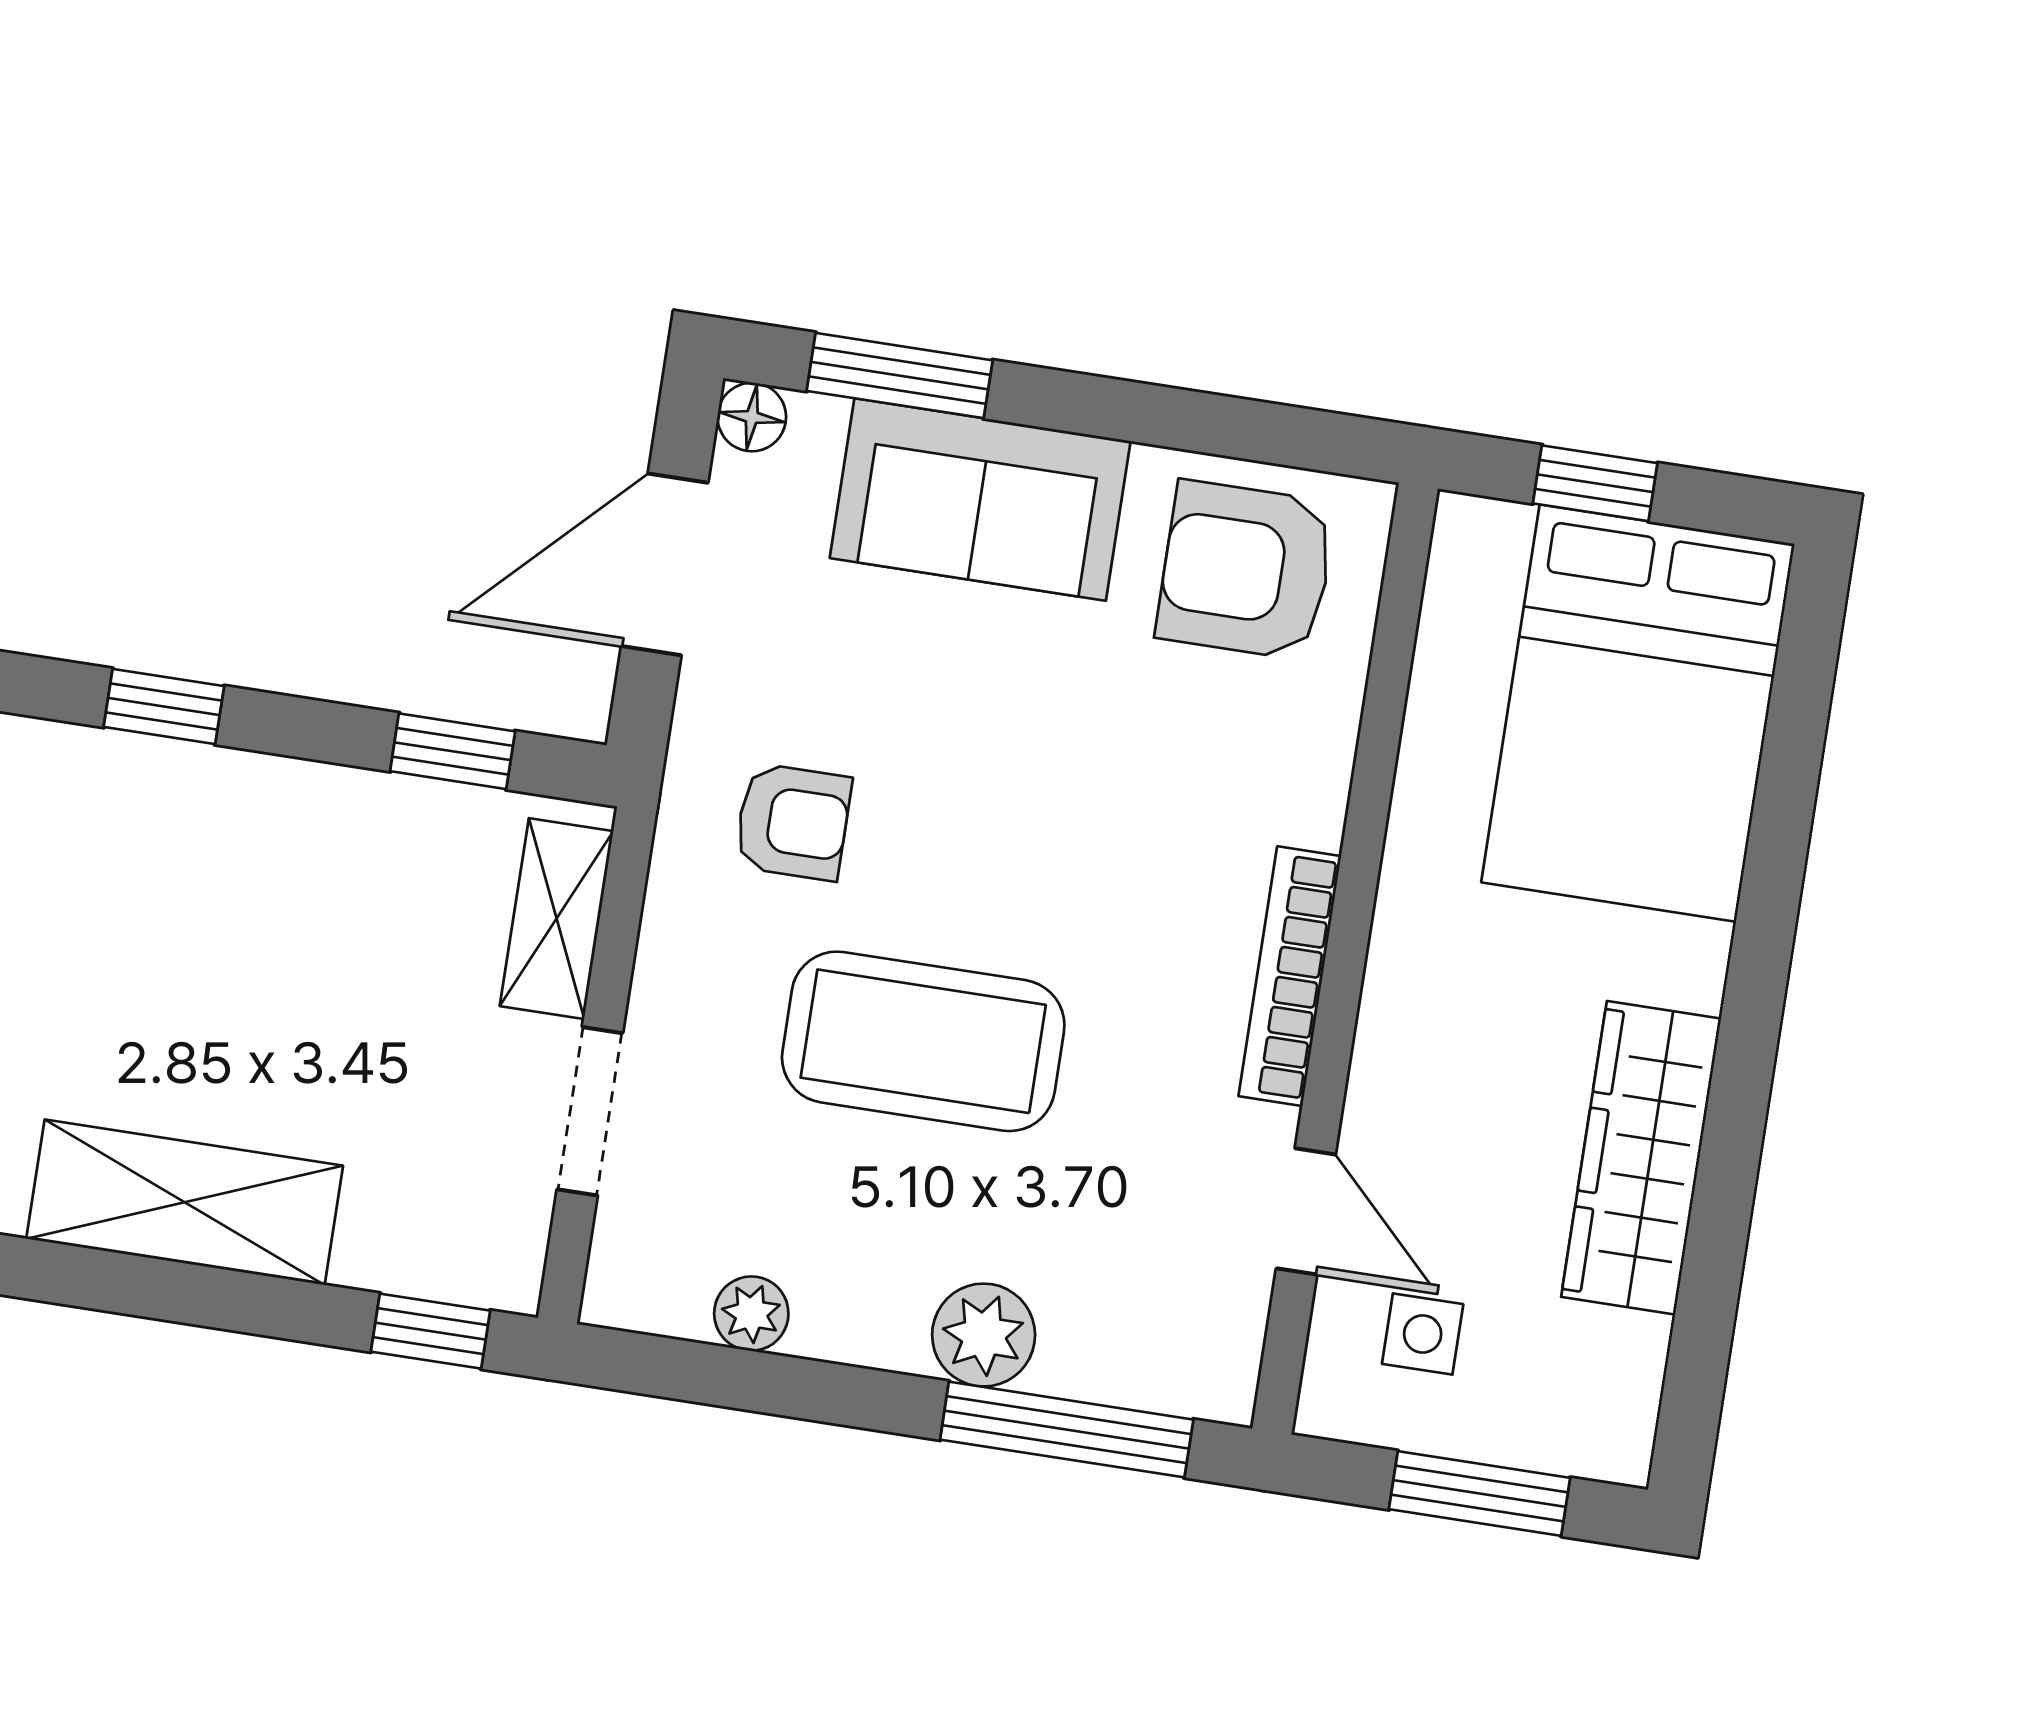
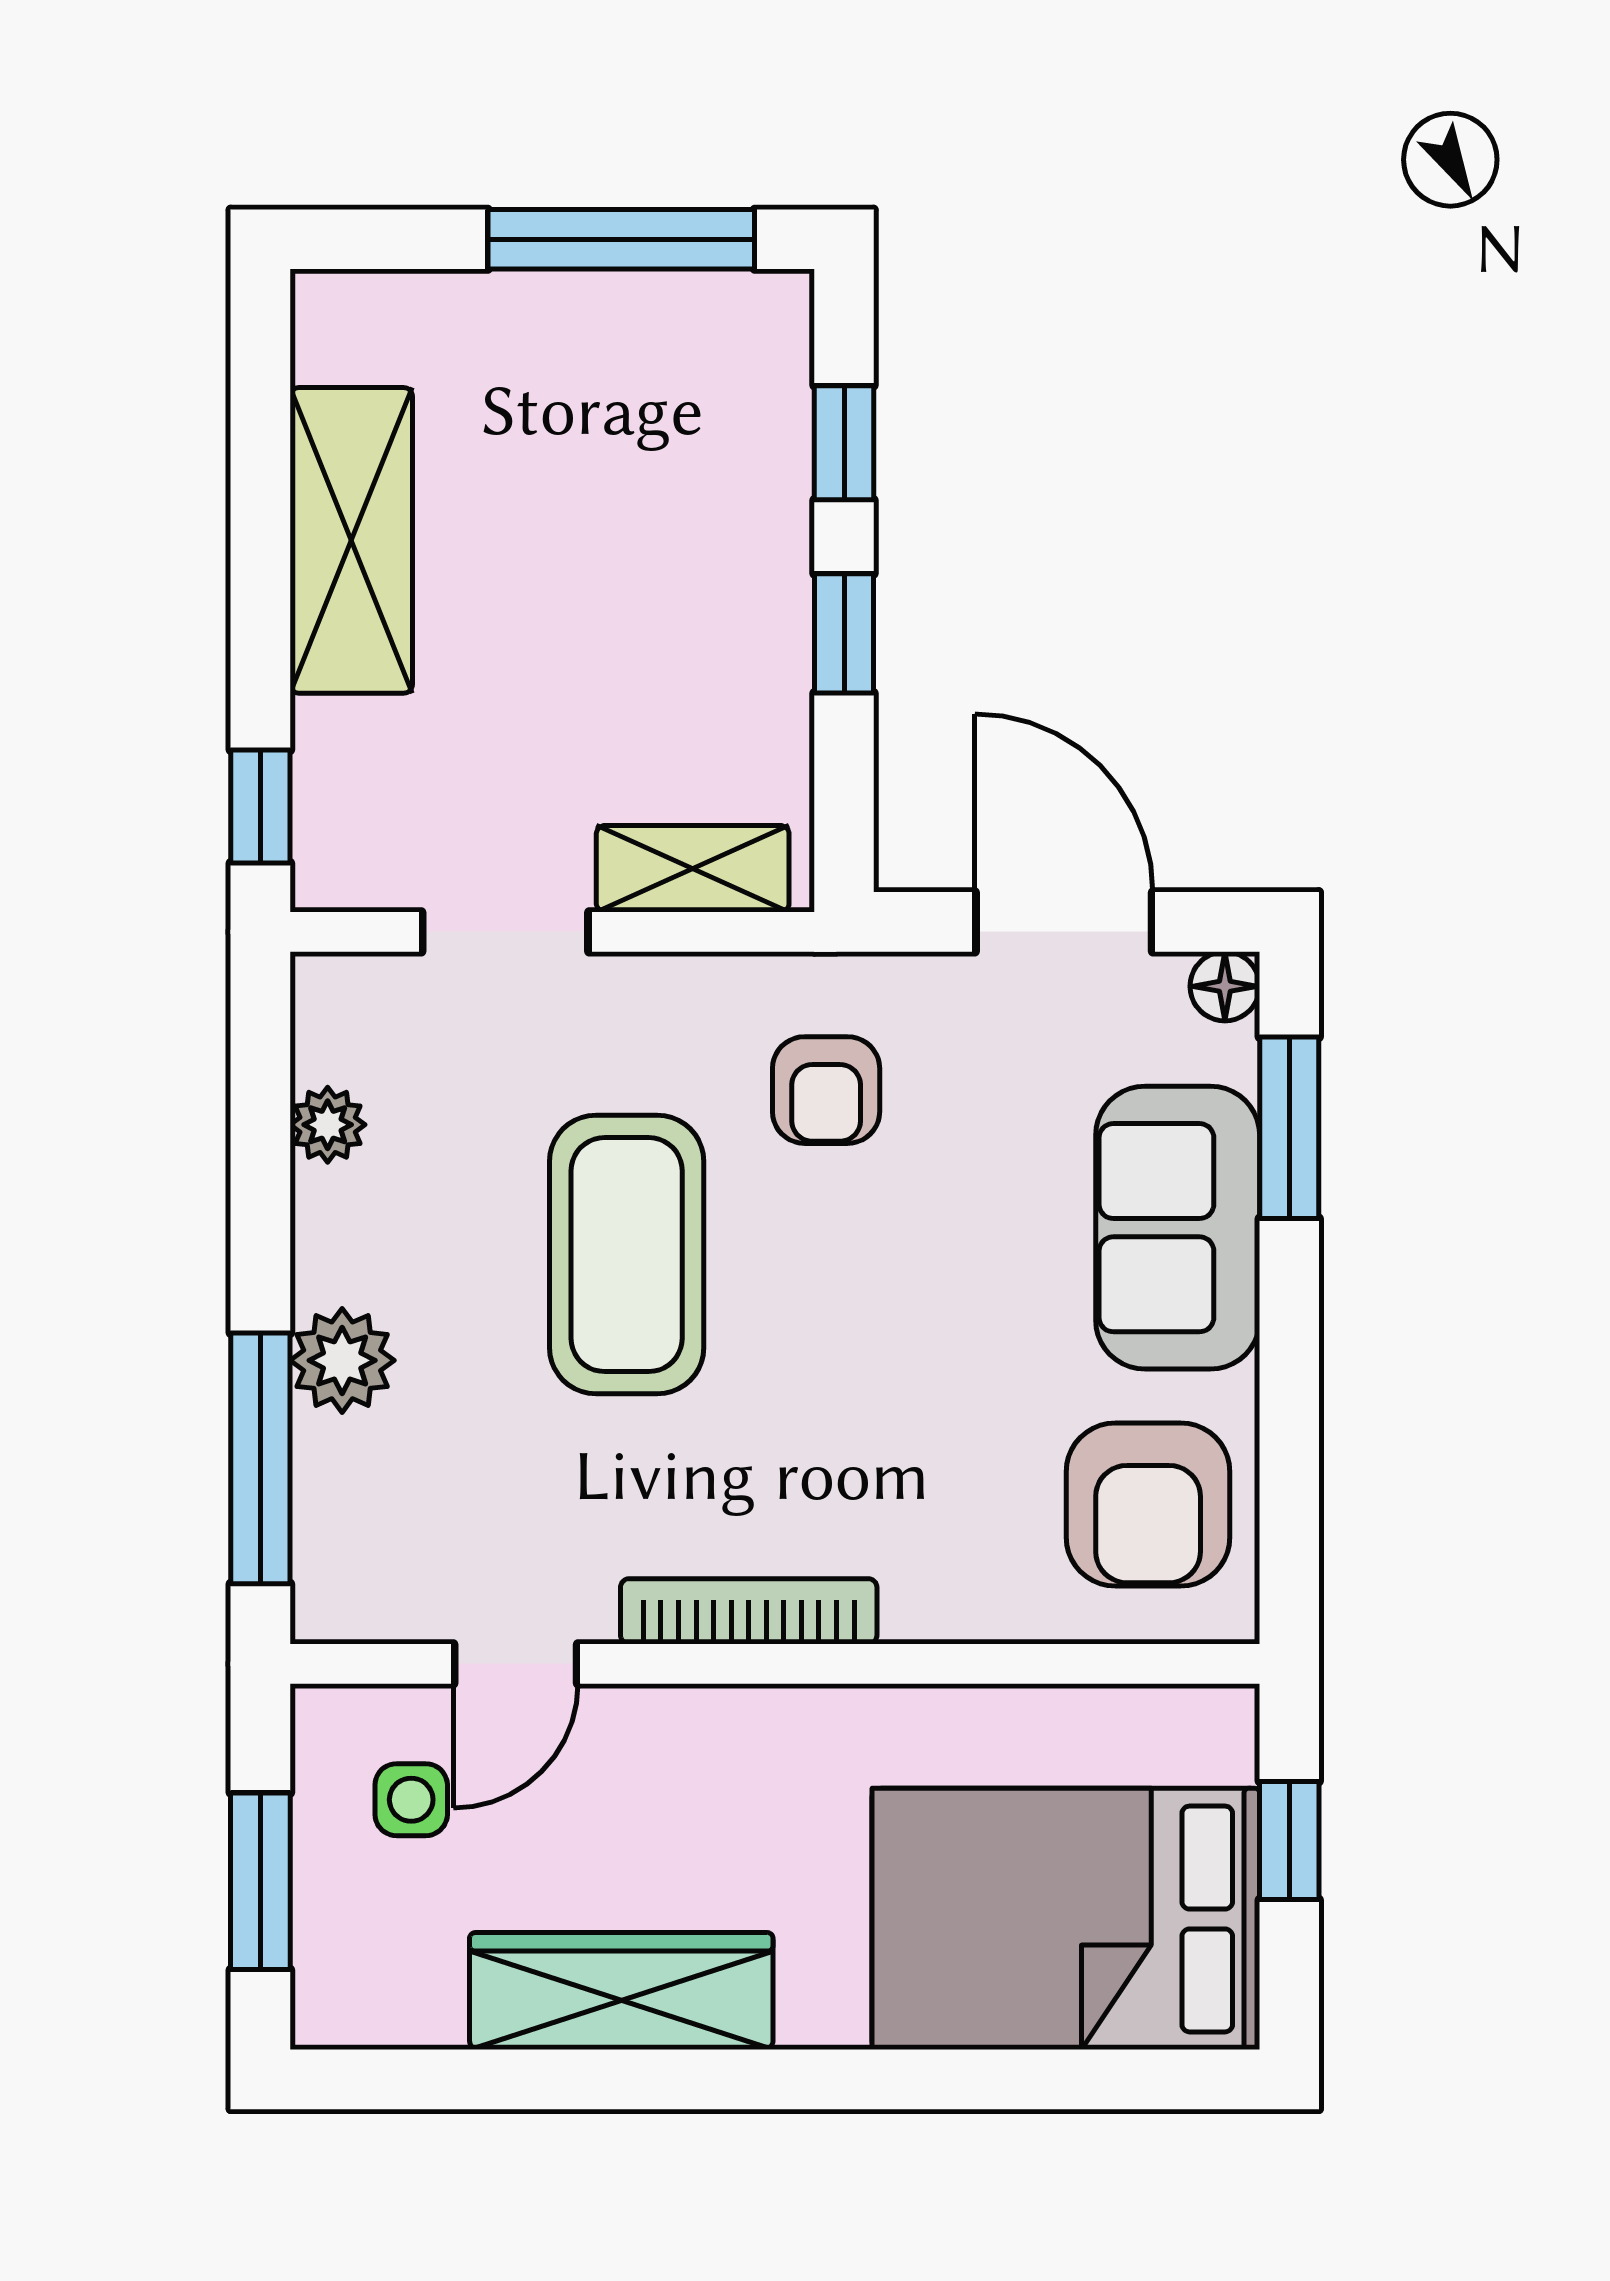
armchair: (1246, 570) -> (1148, 1504), turned 180
window: (453, 751) -> (844, 633), moved

